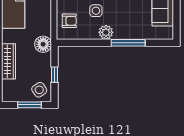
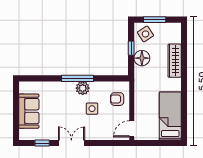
window: (128, 43) -> (78, 78), moved
floor lamp: (43, 44) -> (142, 58), moved

